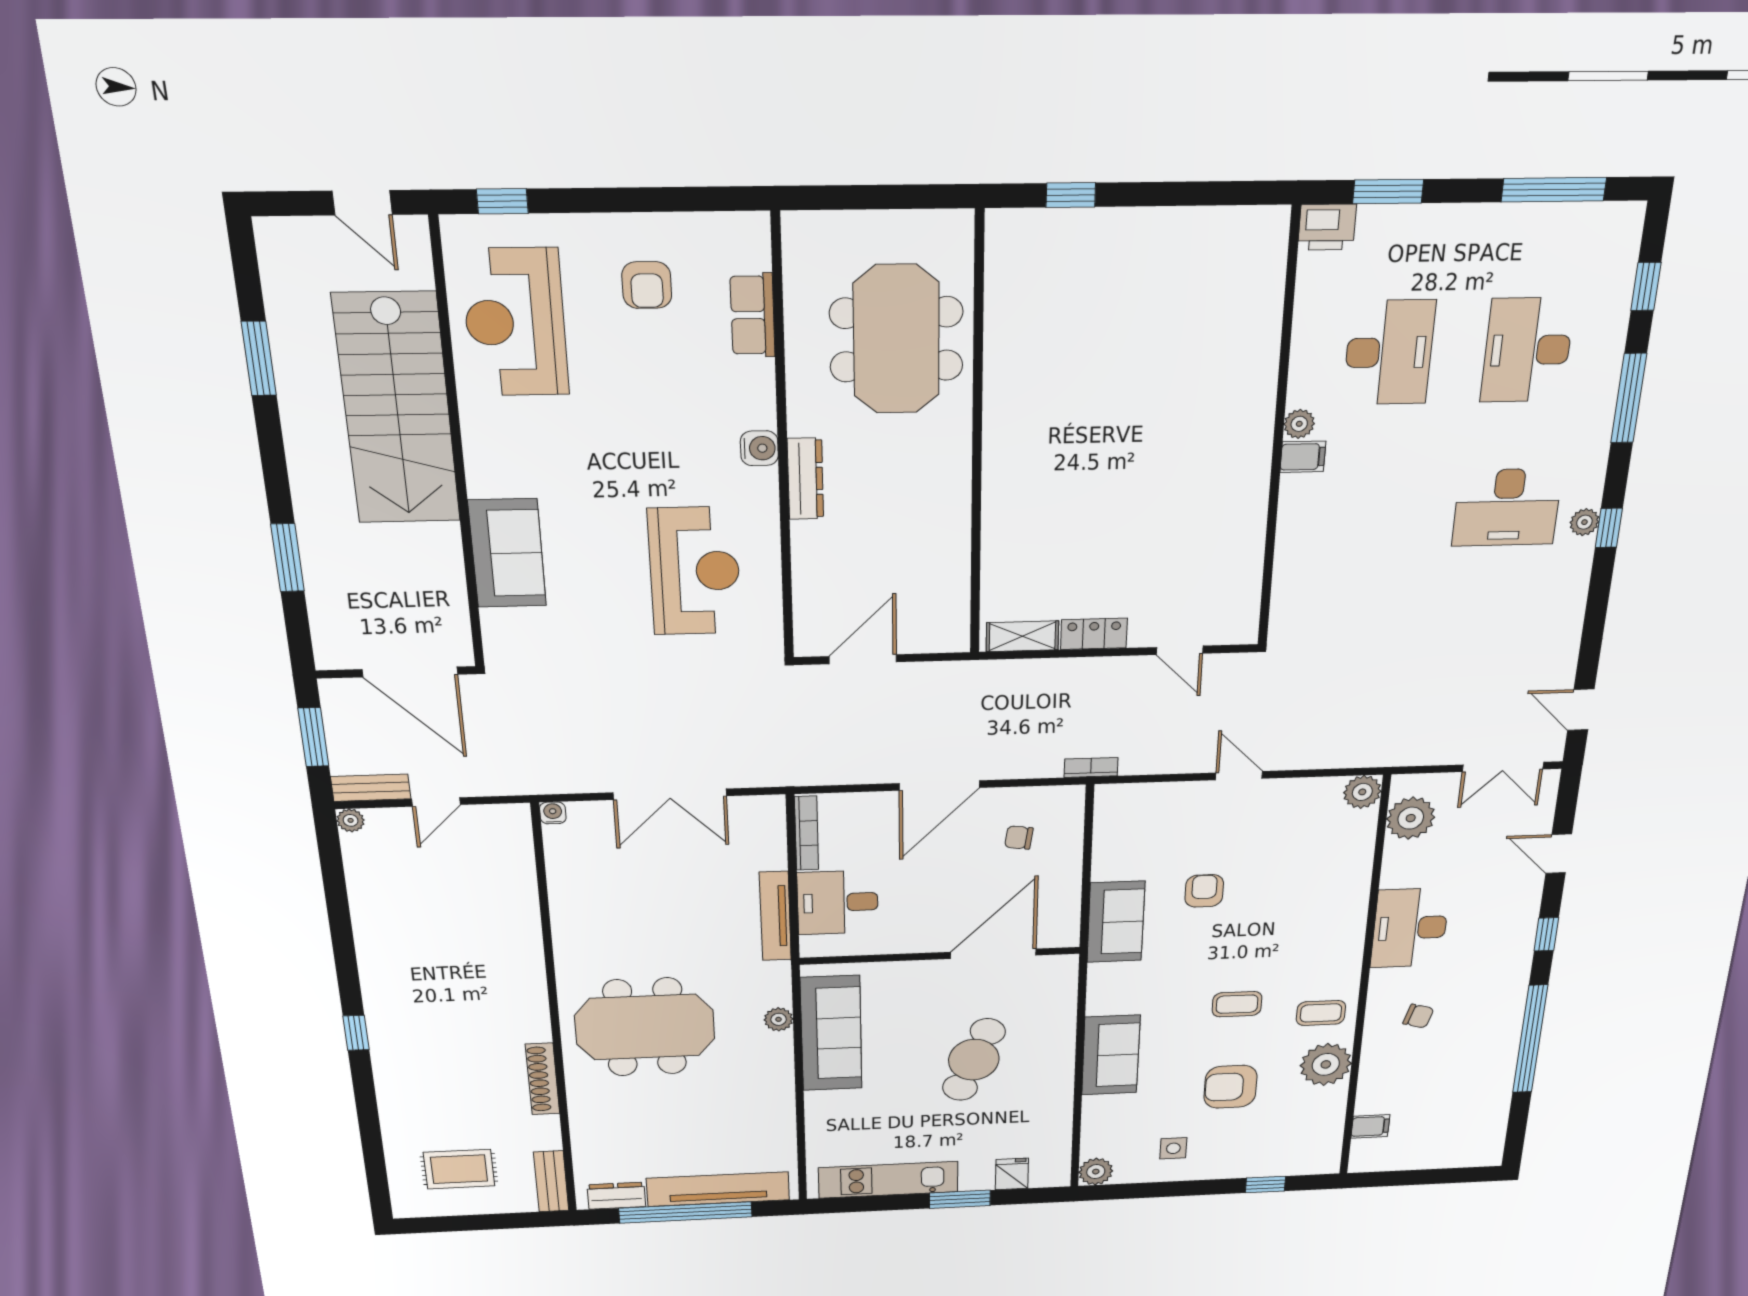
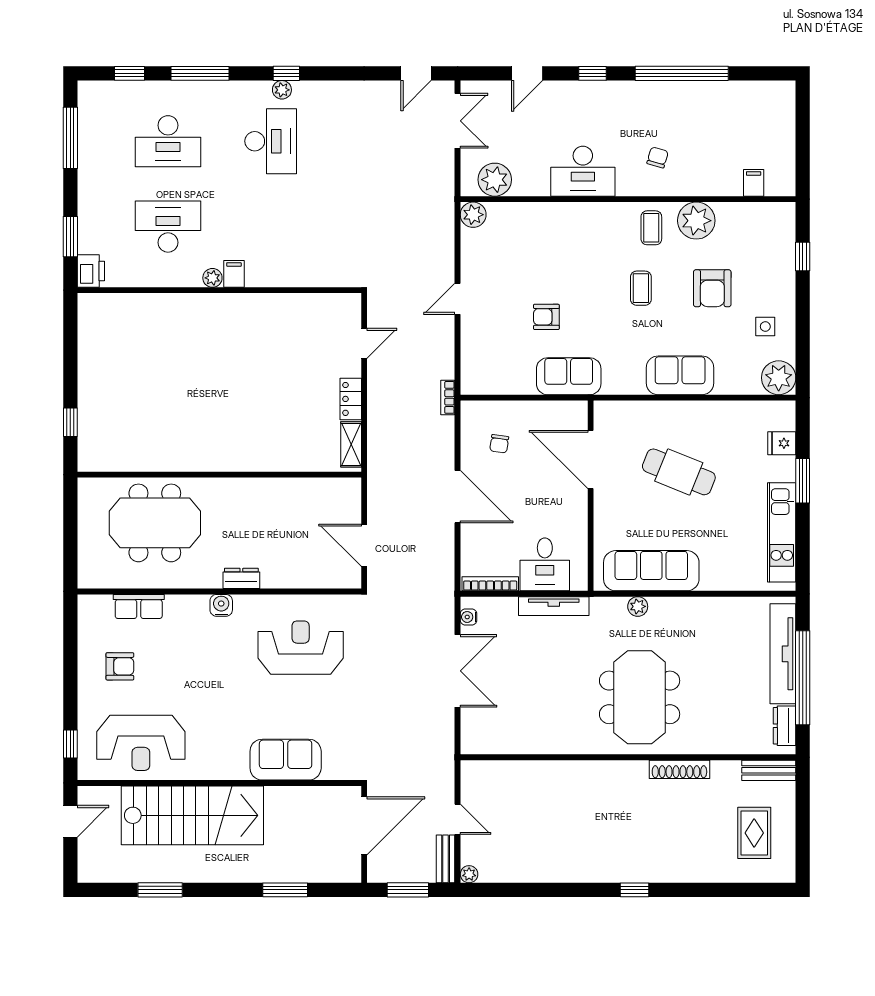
dresser: (805, 479) -> (241, 578), width x0.70
water cooler: (553, 813) -> (469, 617), moved
plant: (1096, 1172) -> (779, 378), width x1.36, depth x1.36

